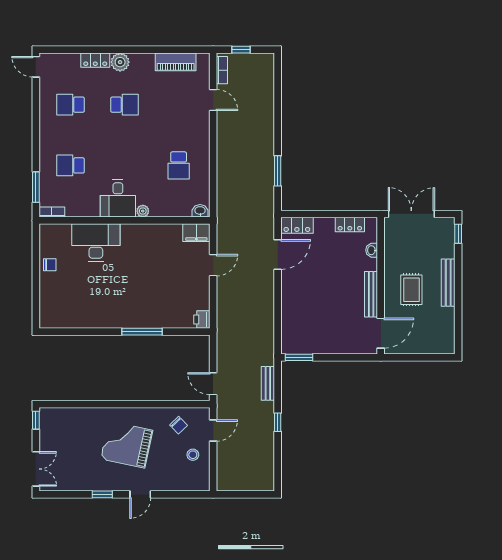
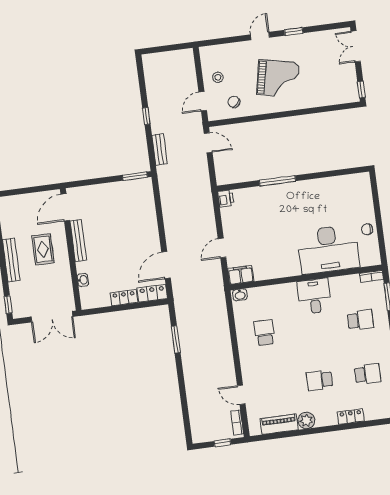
plant: (120, 62) -> (306, 420), moved
plant: (143, 211) -> (291, 288), removed
locker: (350, 225) -> (124, 298), moved
desk: (96, 243) -> (328, 249), width x1.36, depth x1.30

